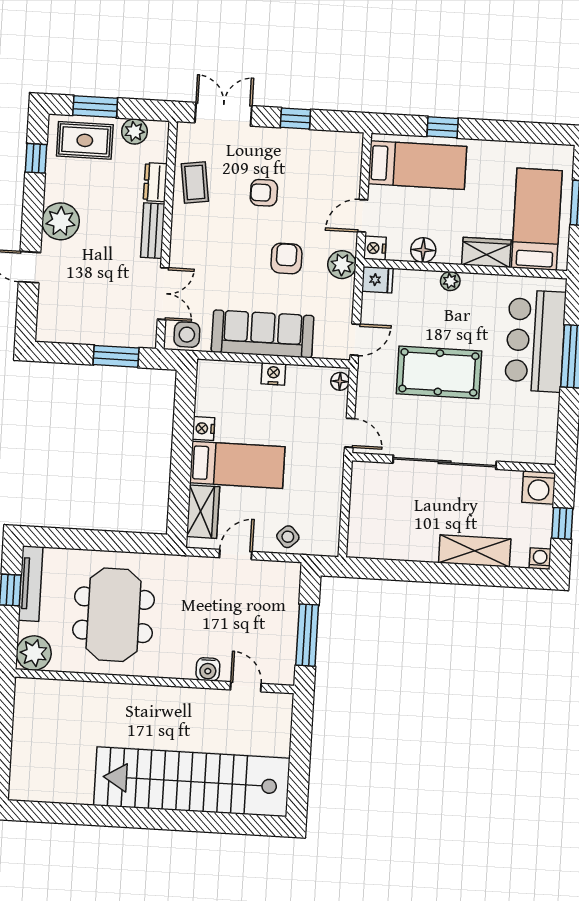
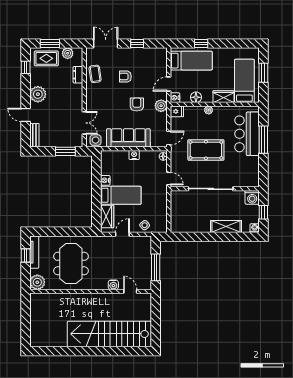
bench: (153, 231) -> (34, 135), moved

